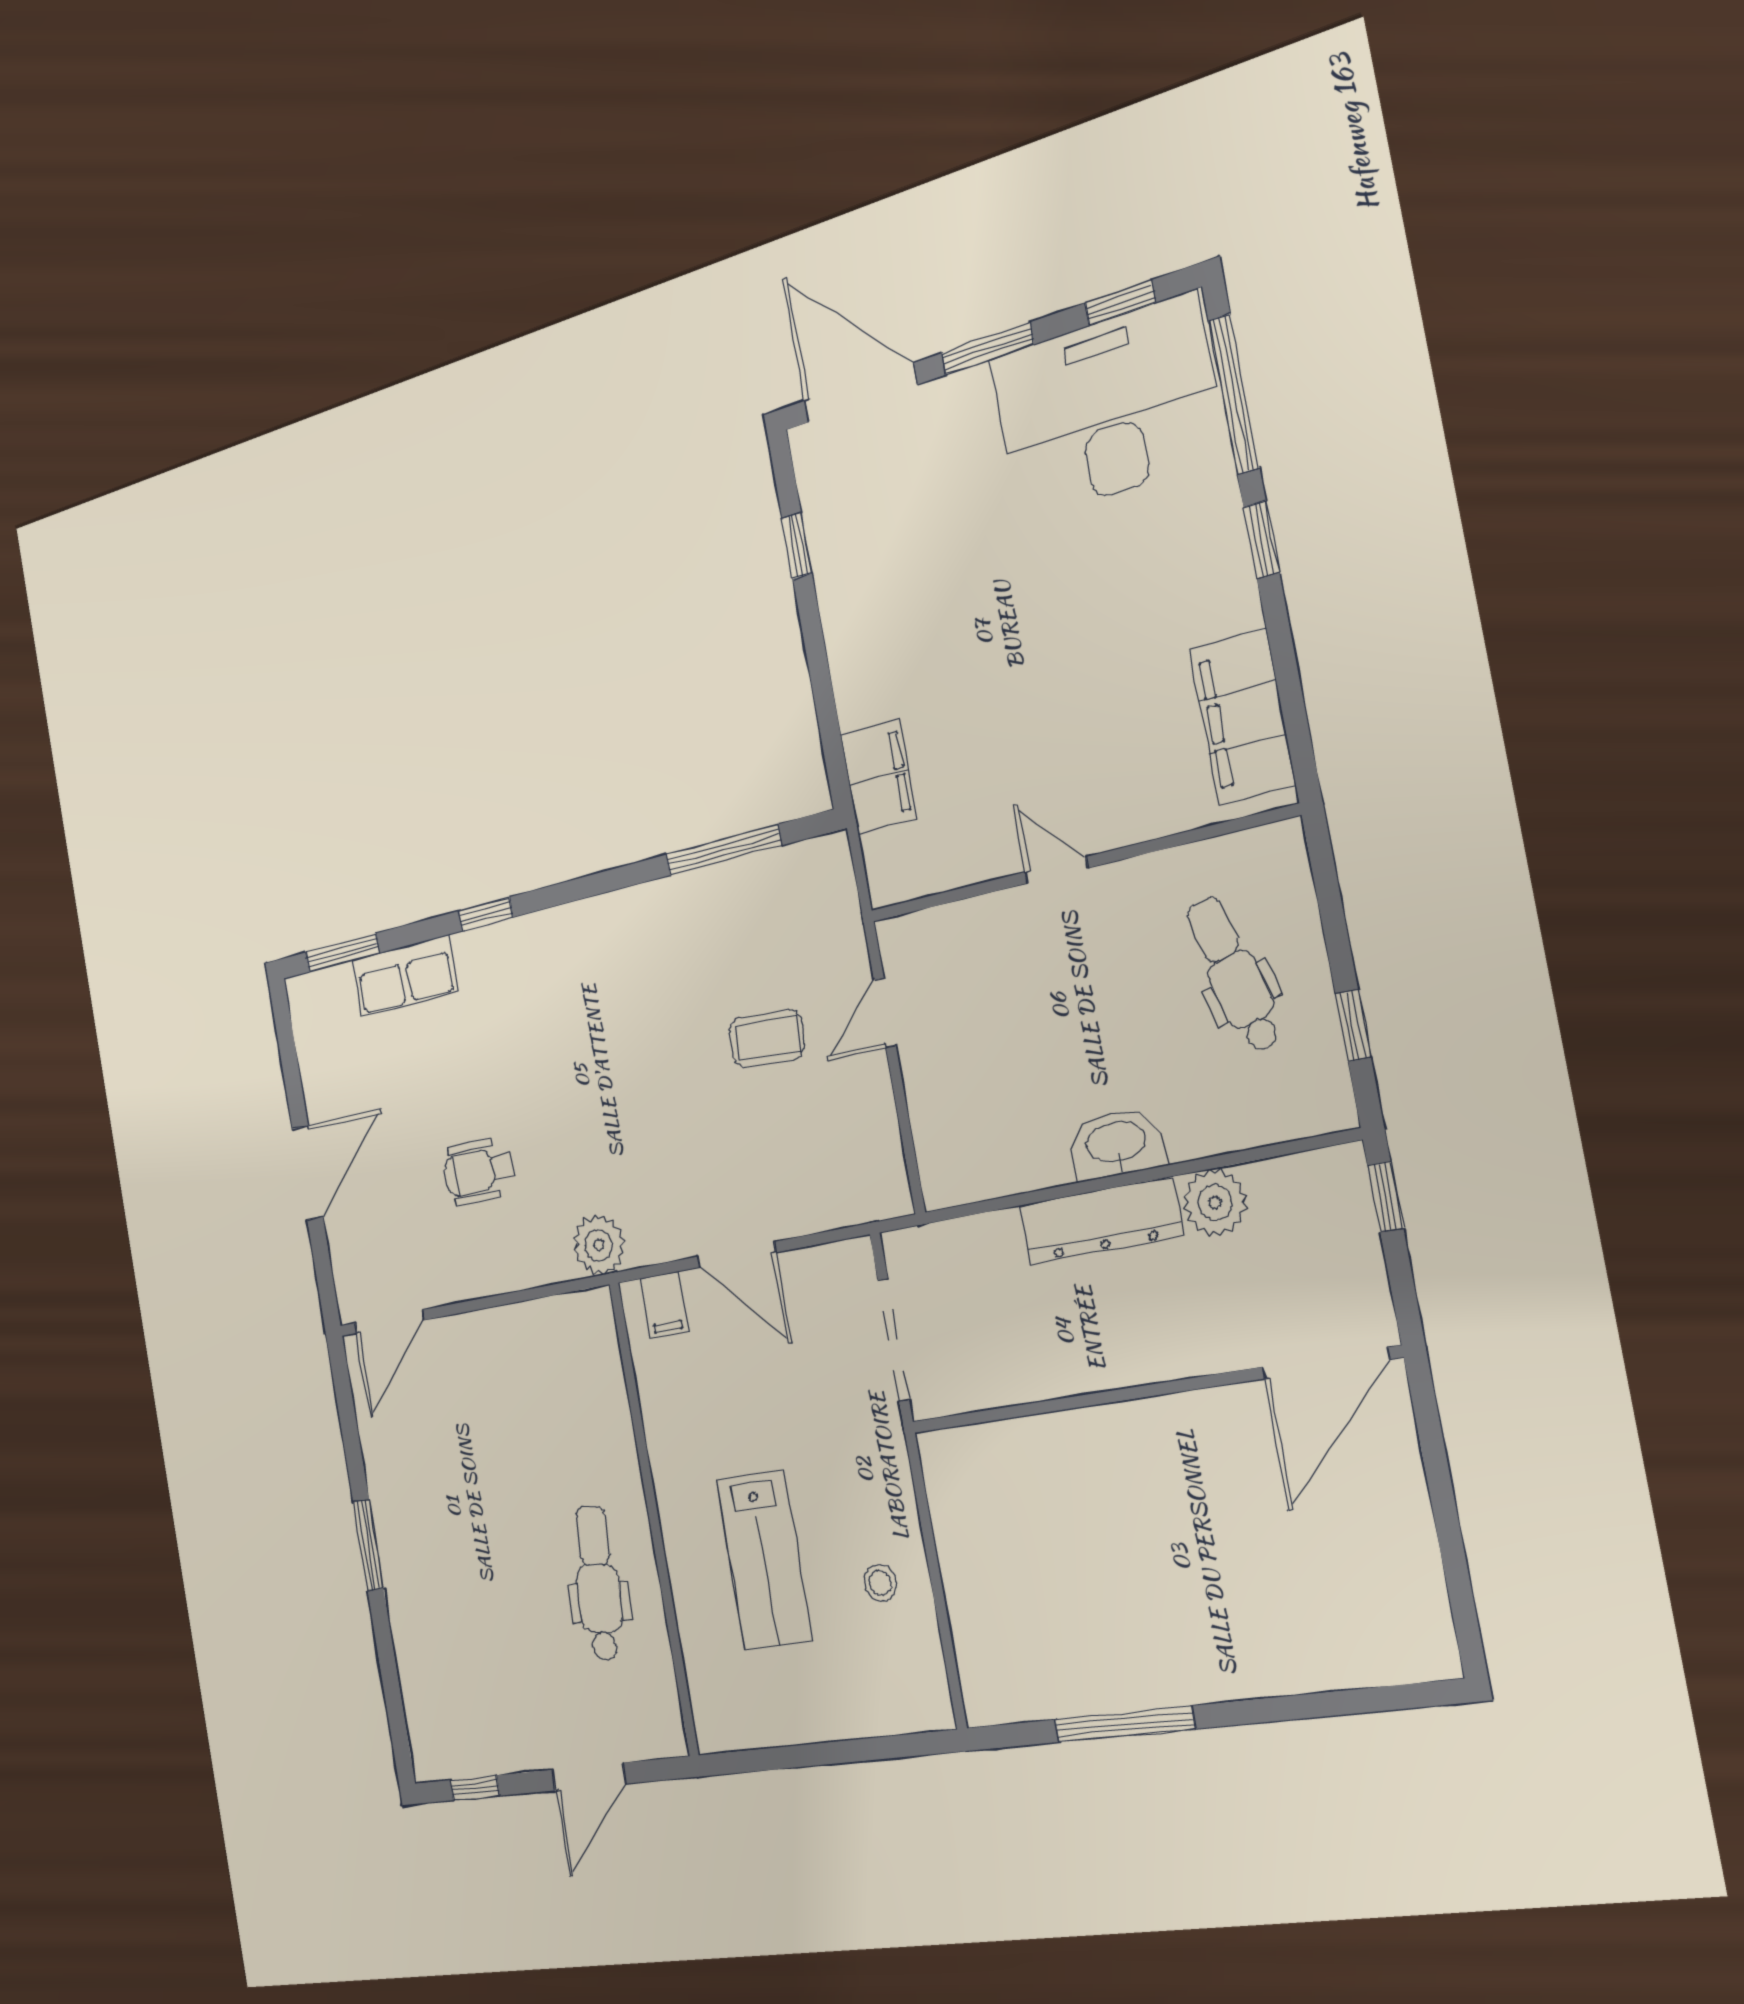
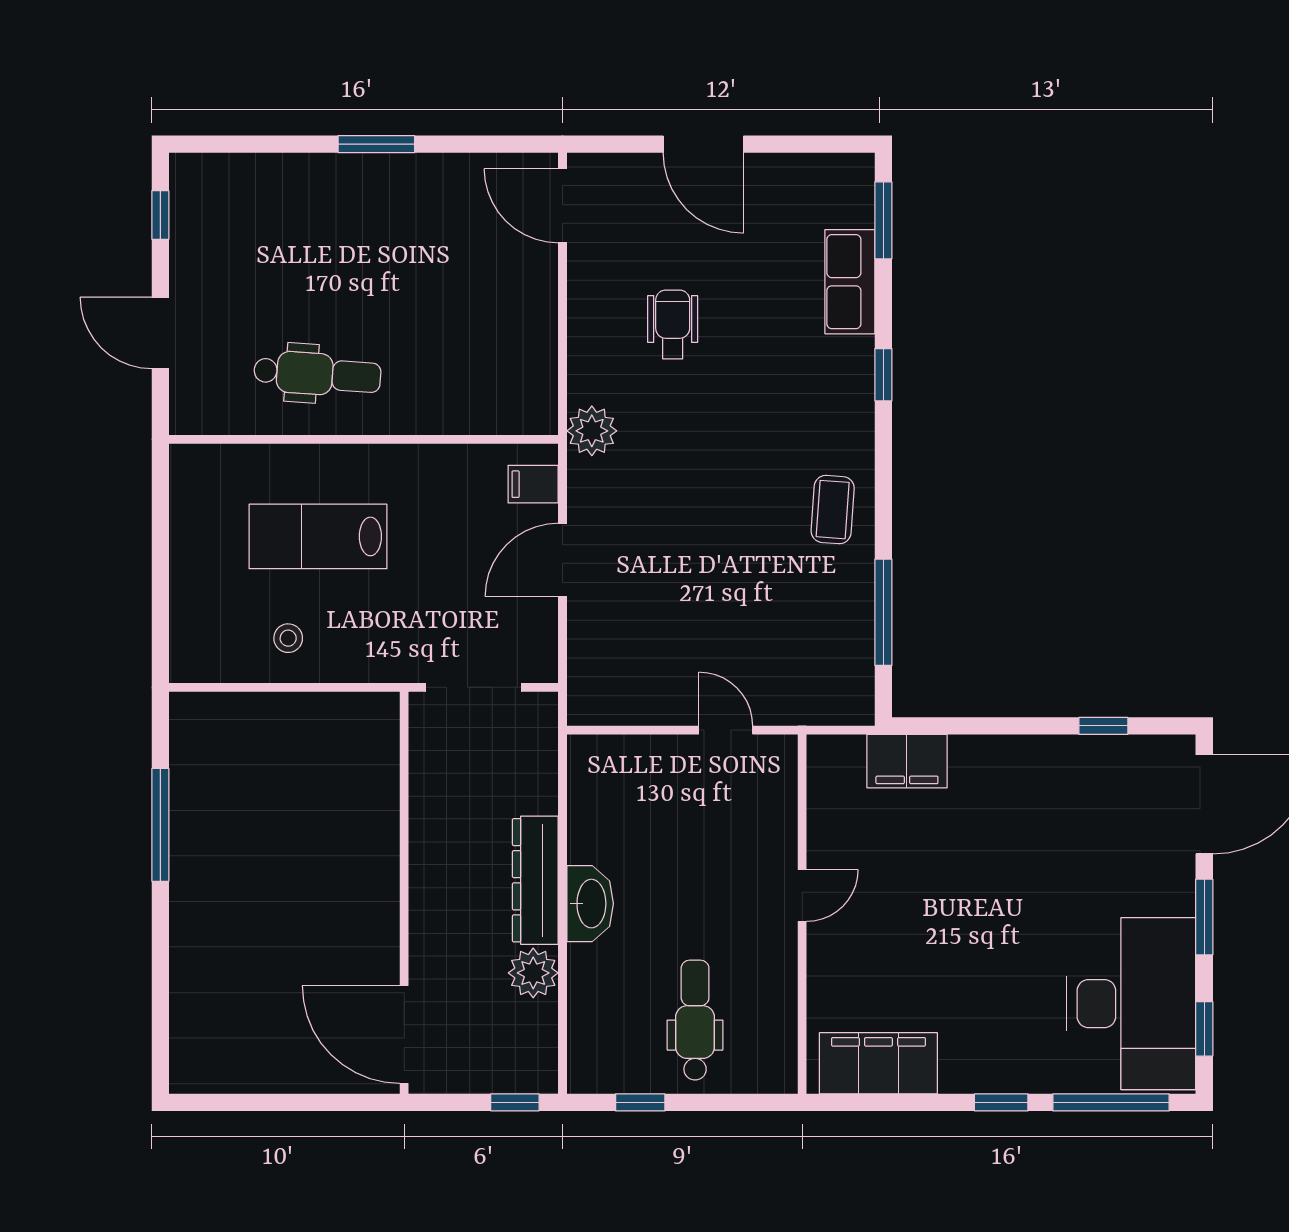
dental chair: (1234, 975) -> (695, 1020), turned -75
coffee table: (767, 1038) -> (833, 510), moved

